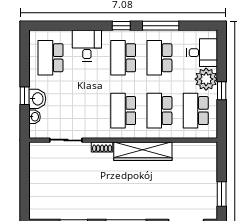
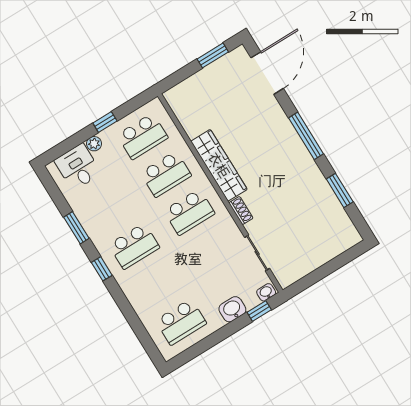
window: (161, 26) -> (76, 228), width x0.69
desk: (87, 46) -> (145, 292), removed
school desk: (159, 58) -> (111, 208), removed
plant: (206, 79) -> (94, 144), width x0.53, depth x0.53
window: (25, 96) -> (259, 311), moved
washbasin: (35, 117) -> (266, 292), moved

